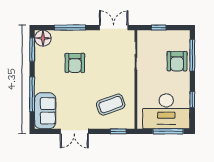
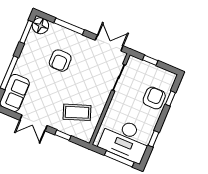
window: (192, 55) -> (170, 98), width x0.46
armchair: (177, 61) -> (154, 98), turned 180
window: (118, 131) -> (63, 135), moved

